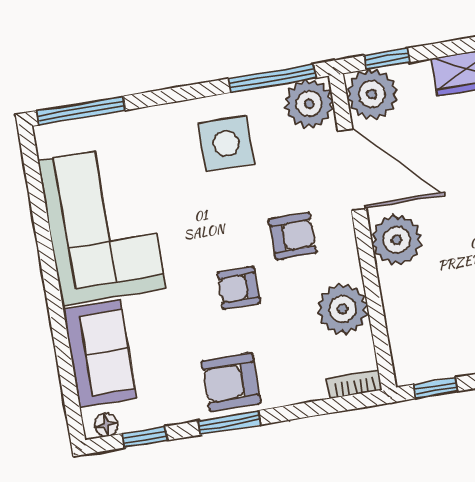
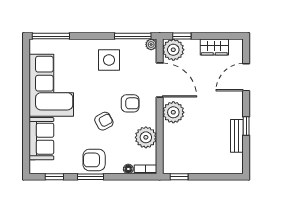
plant: (309, 104) -> (151, 44), width x0.53, depth x0.53
armchair: (239, 288) -> (104, 121), turned 152
floor lamp: (106, 425) -> (128, 169), moved

